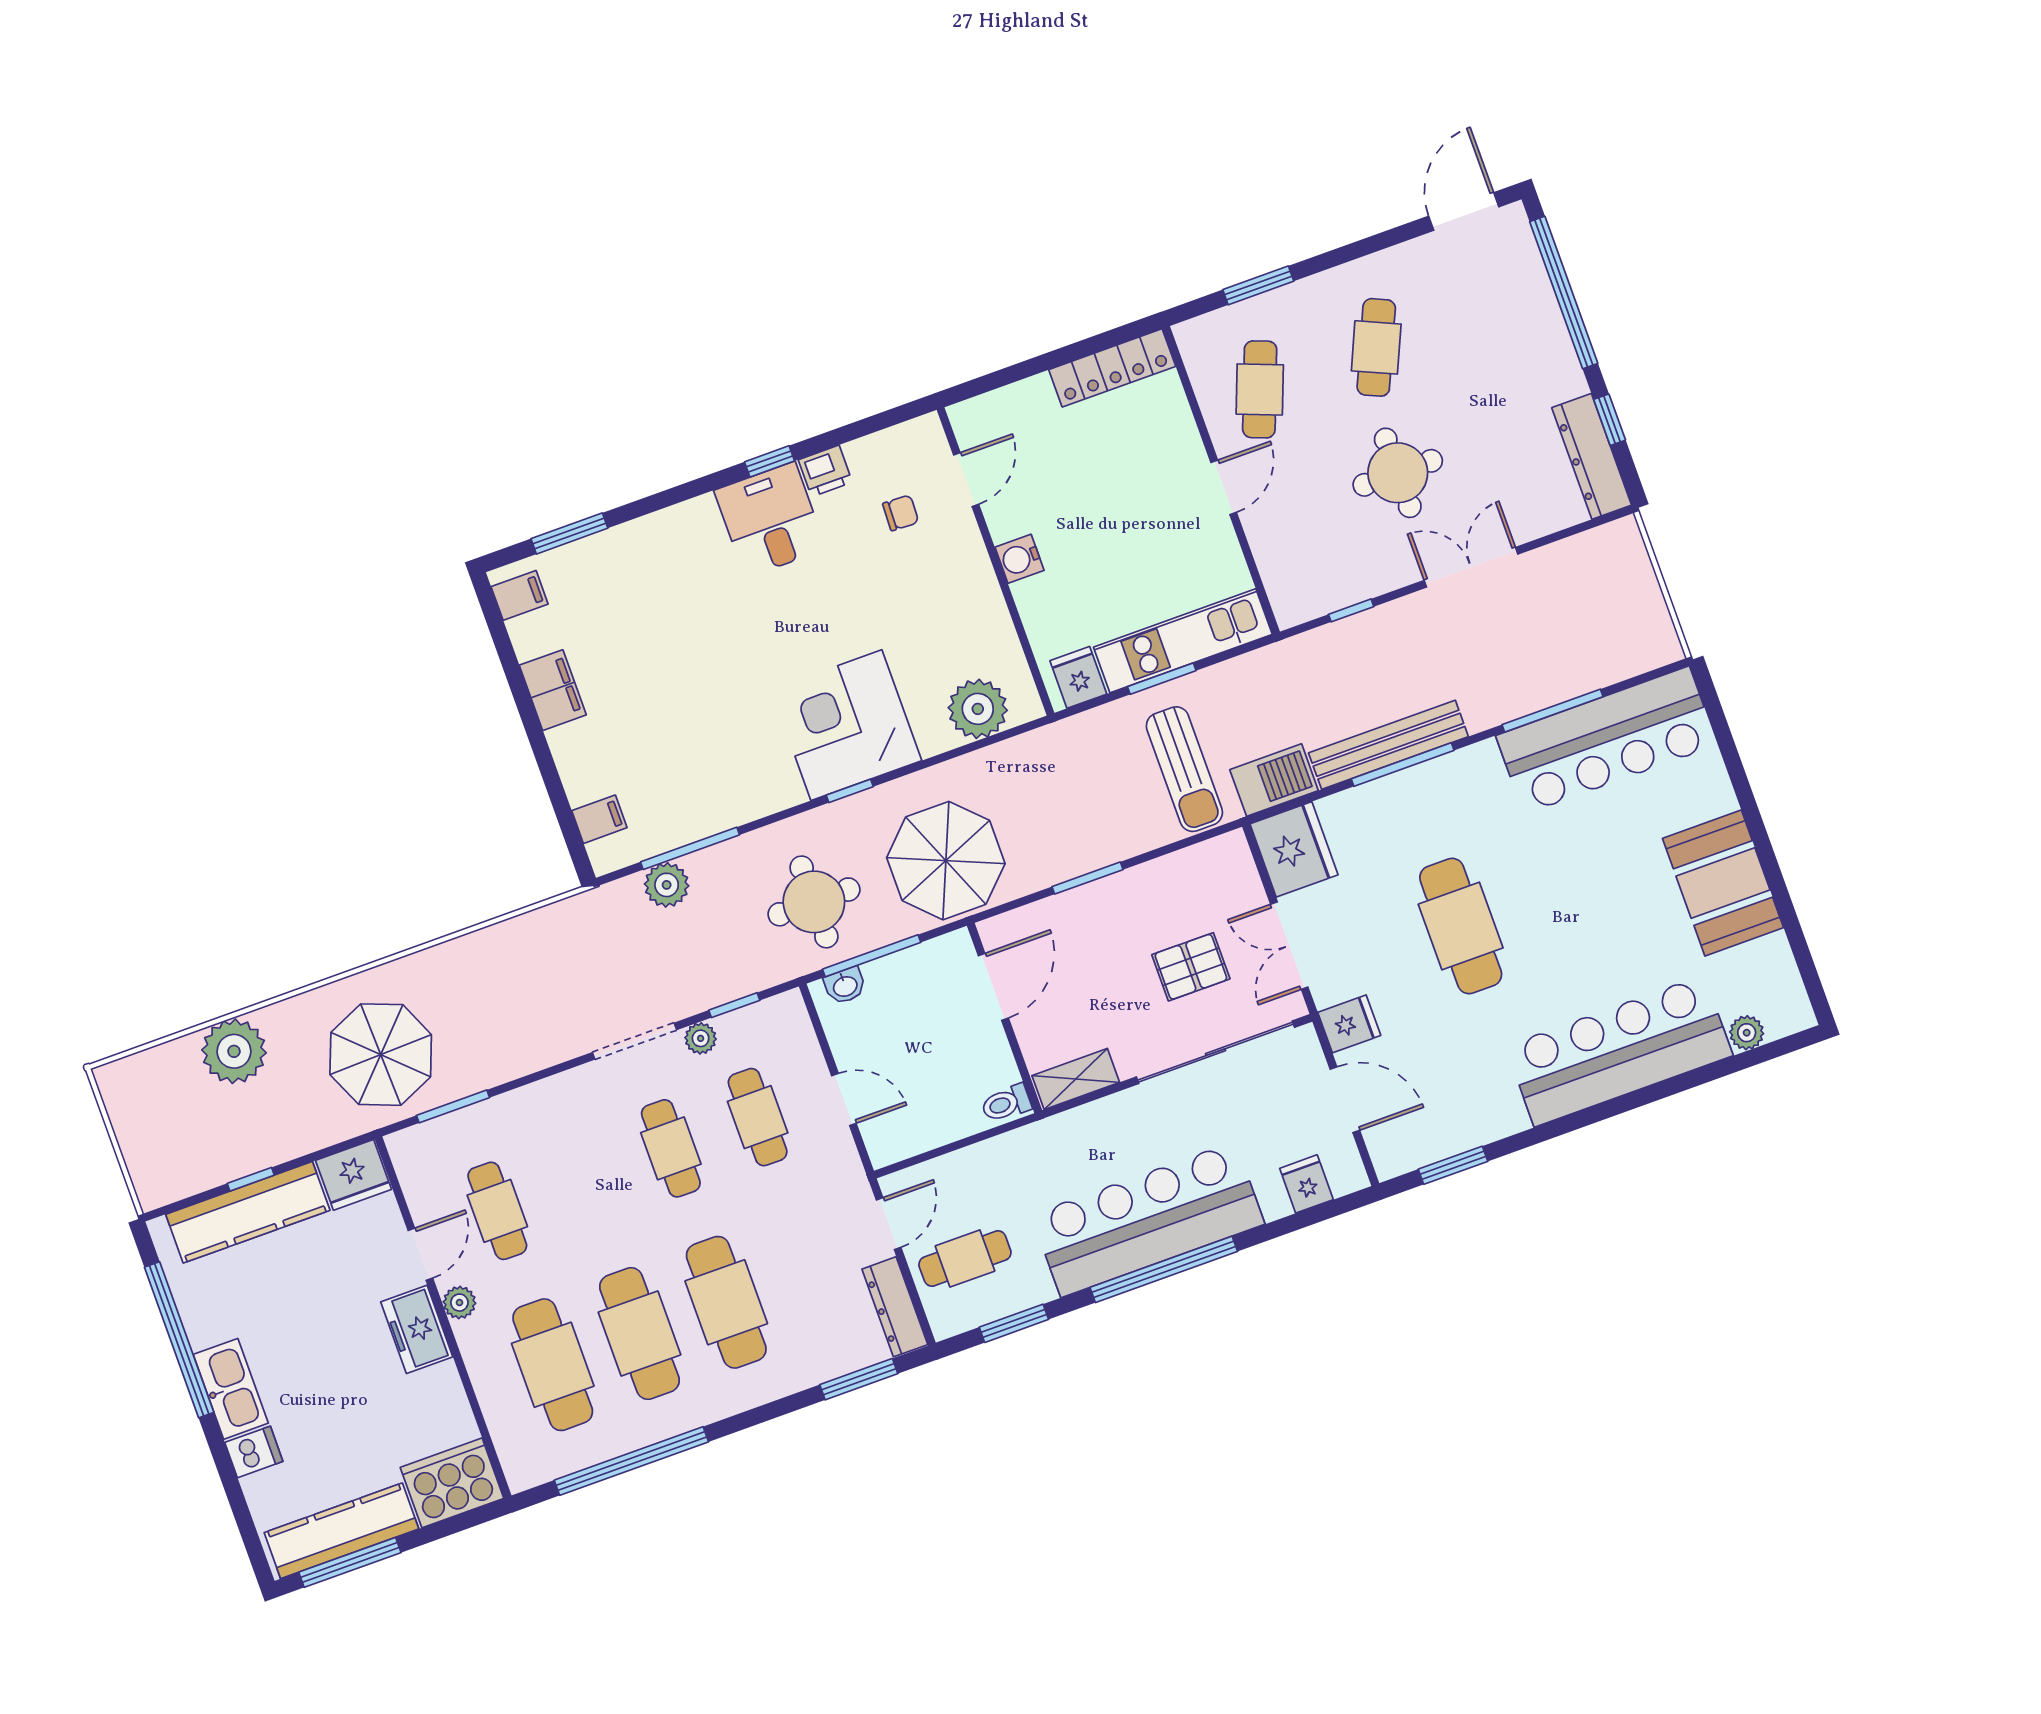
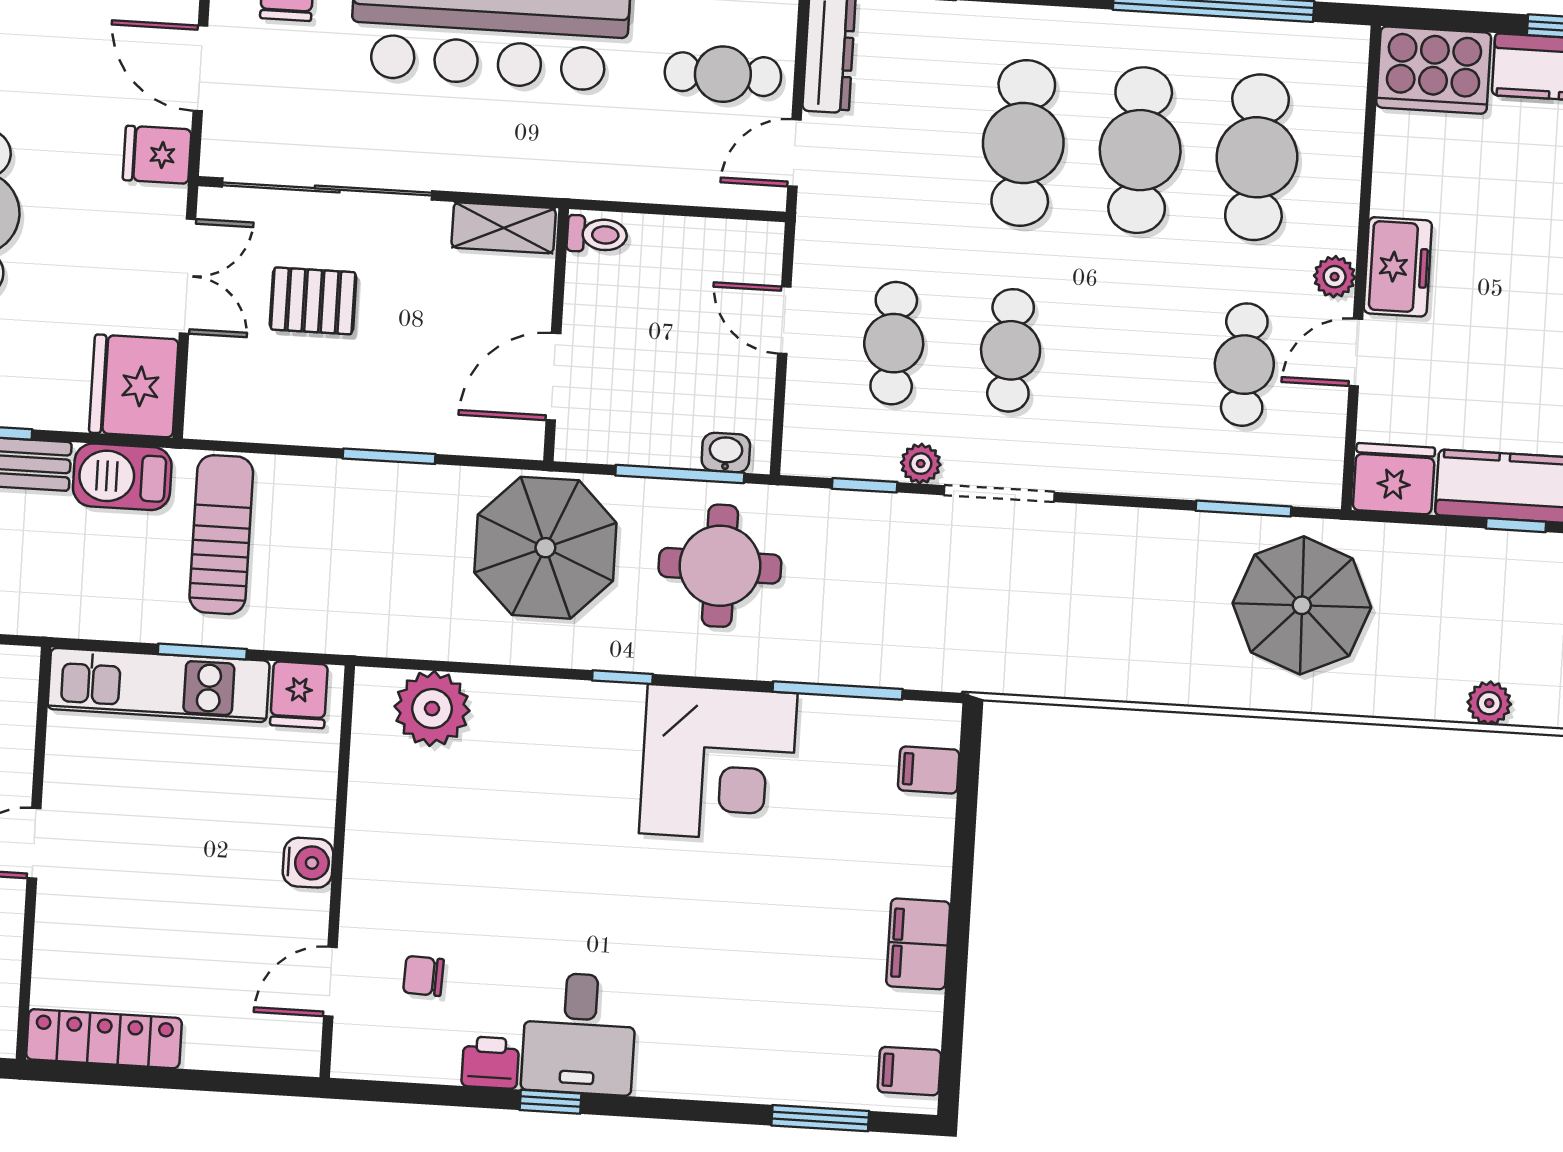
corner desk: (846, 725) -> (718, 763), moved
plant: (667, 885) -> (883, 660), removed
plant: (234, 1051) -> (1489, 703), width x0.53, depth x0.53

